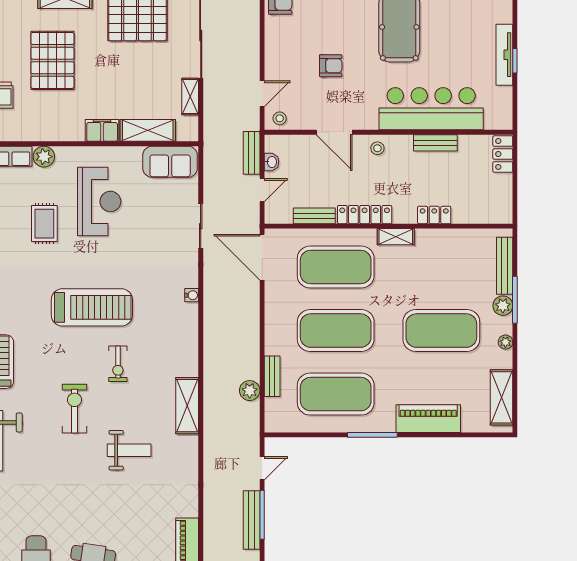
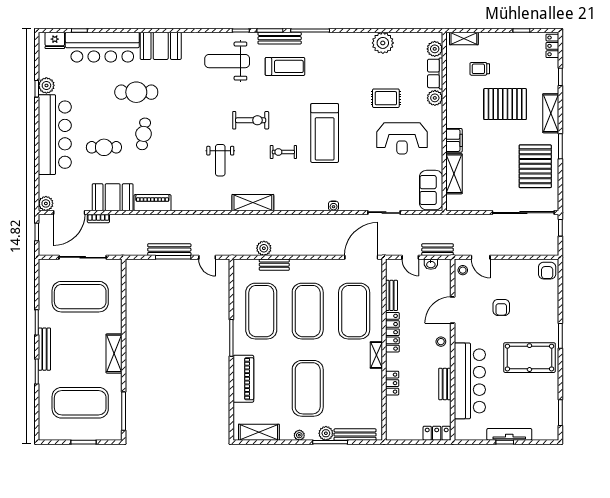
shelving: (190, 96) -> (479, 205), removed

